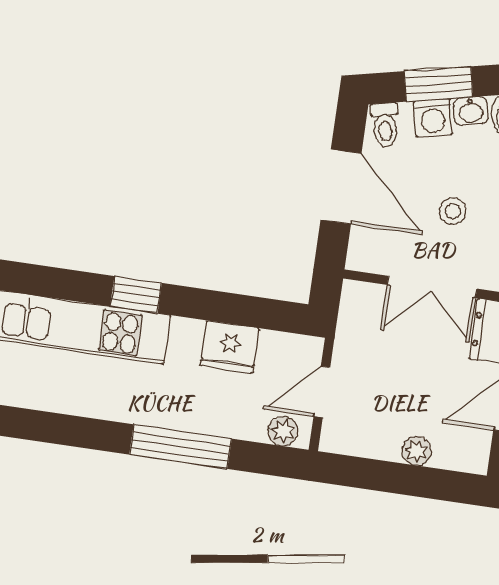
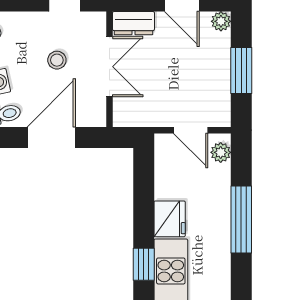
fridge: (230, 347) -> (170, 219), moved
plant: (417, 451) -> (221, 21), moved
window: (398, 478) -> (241, 70), added

